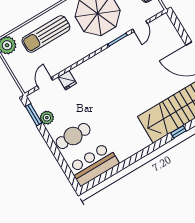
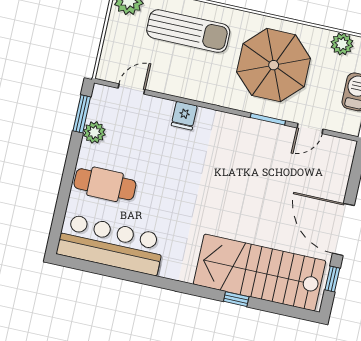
sun lounger: (46, 34) -> (188, 31), turned 180
fridge: (67, 80) -> (184, 116), moved
bar counter: (94, 164) -> (111, 245), width x1.36

